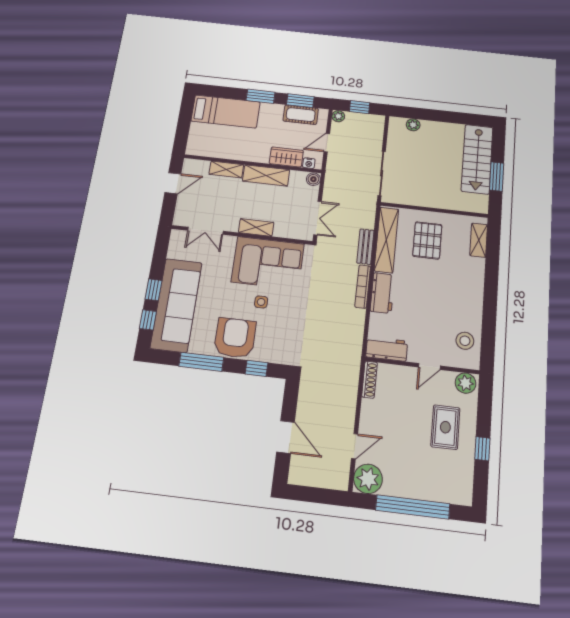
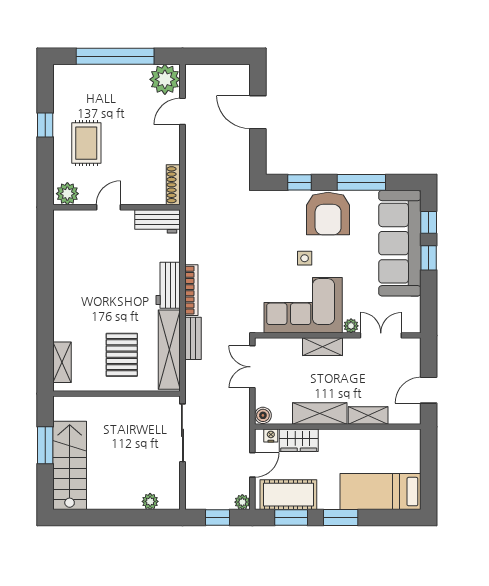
cot: (301, 115) -> (288, 495), width x1.37, depth x1.34
plant: (229, 241) -> (351, 326), added
stool: (465, 341) -> (71, 241), removed

